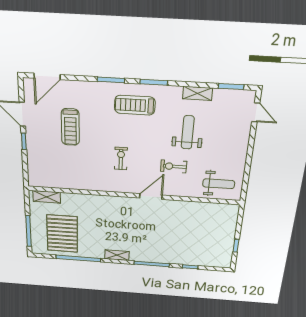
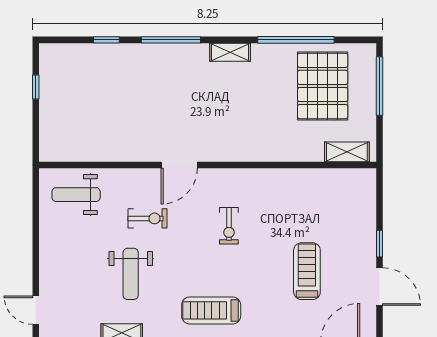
treadmill: (135, 105) -> (211, 310), turned 180

